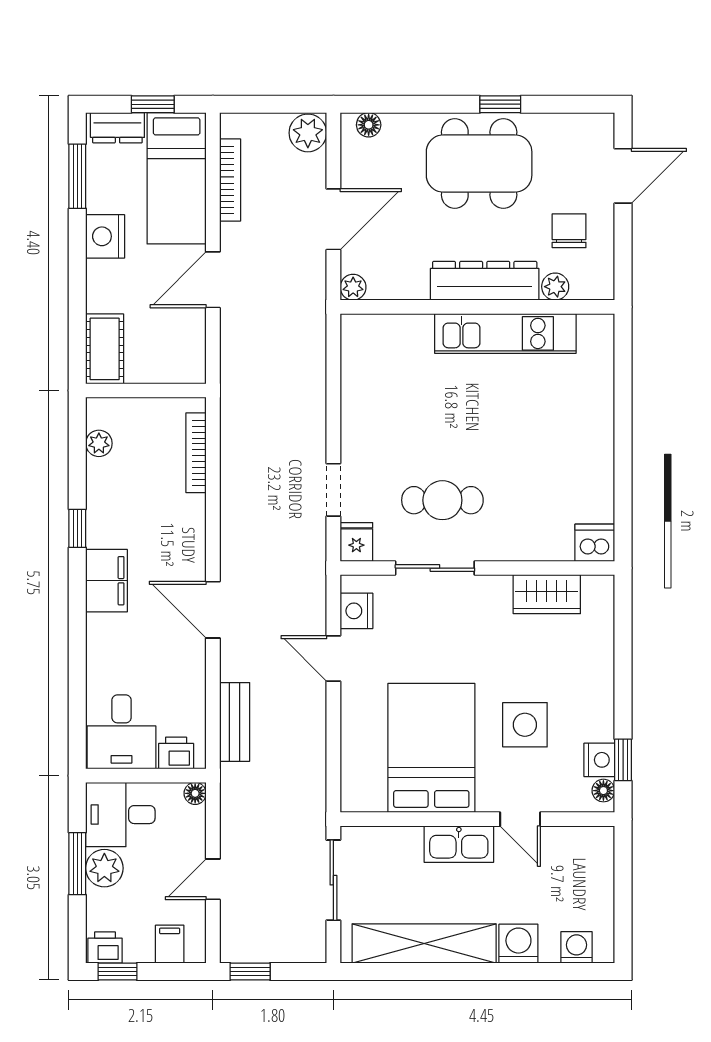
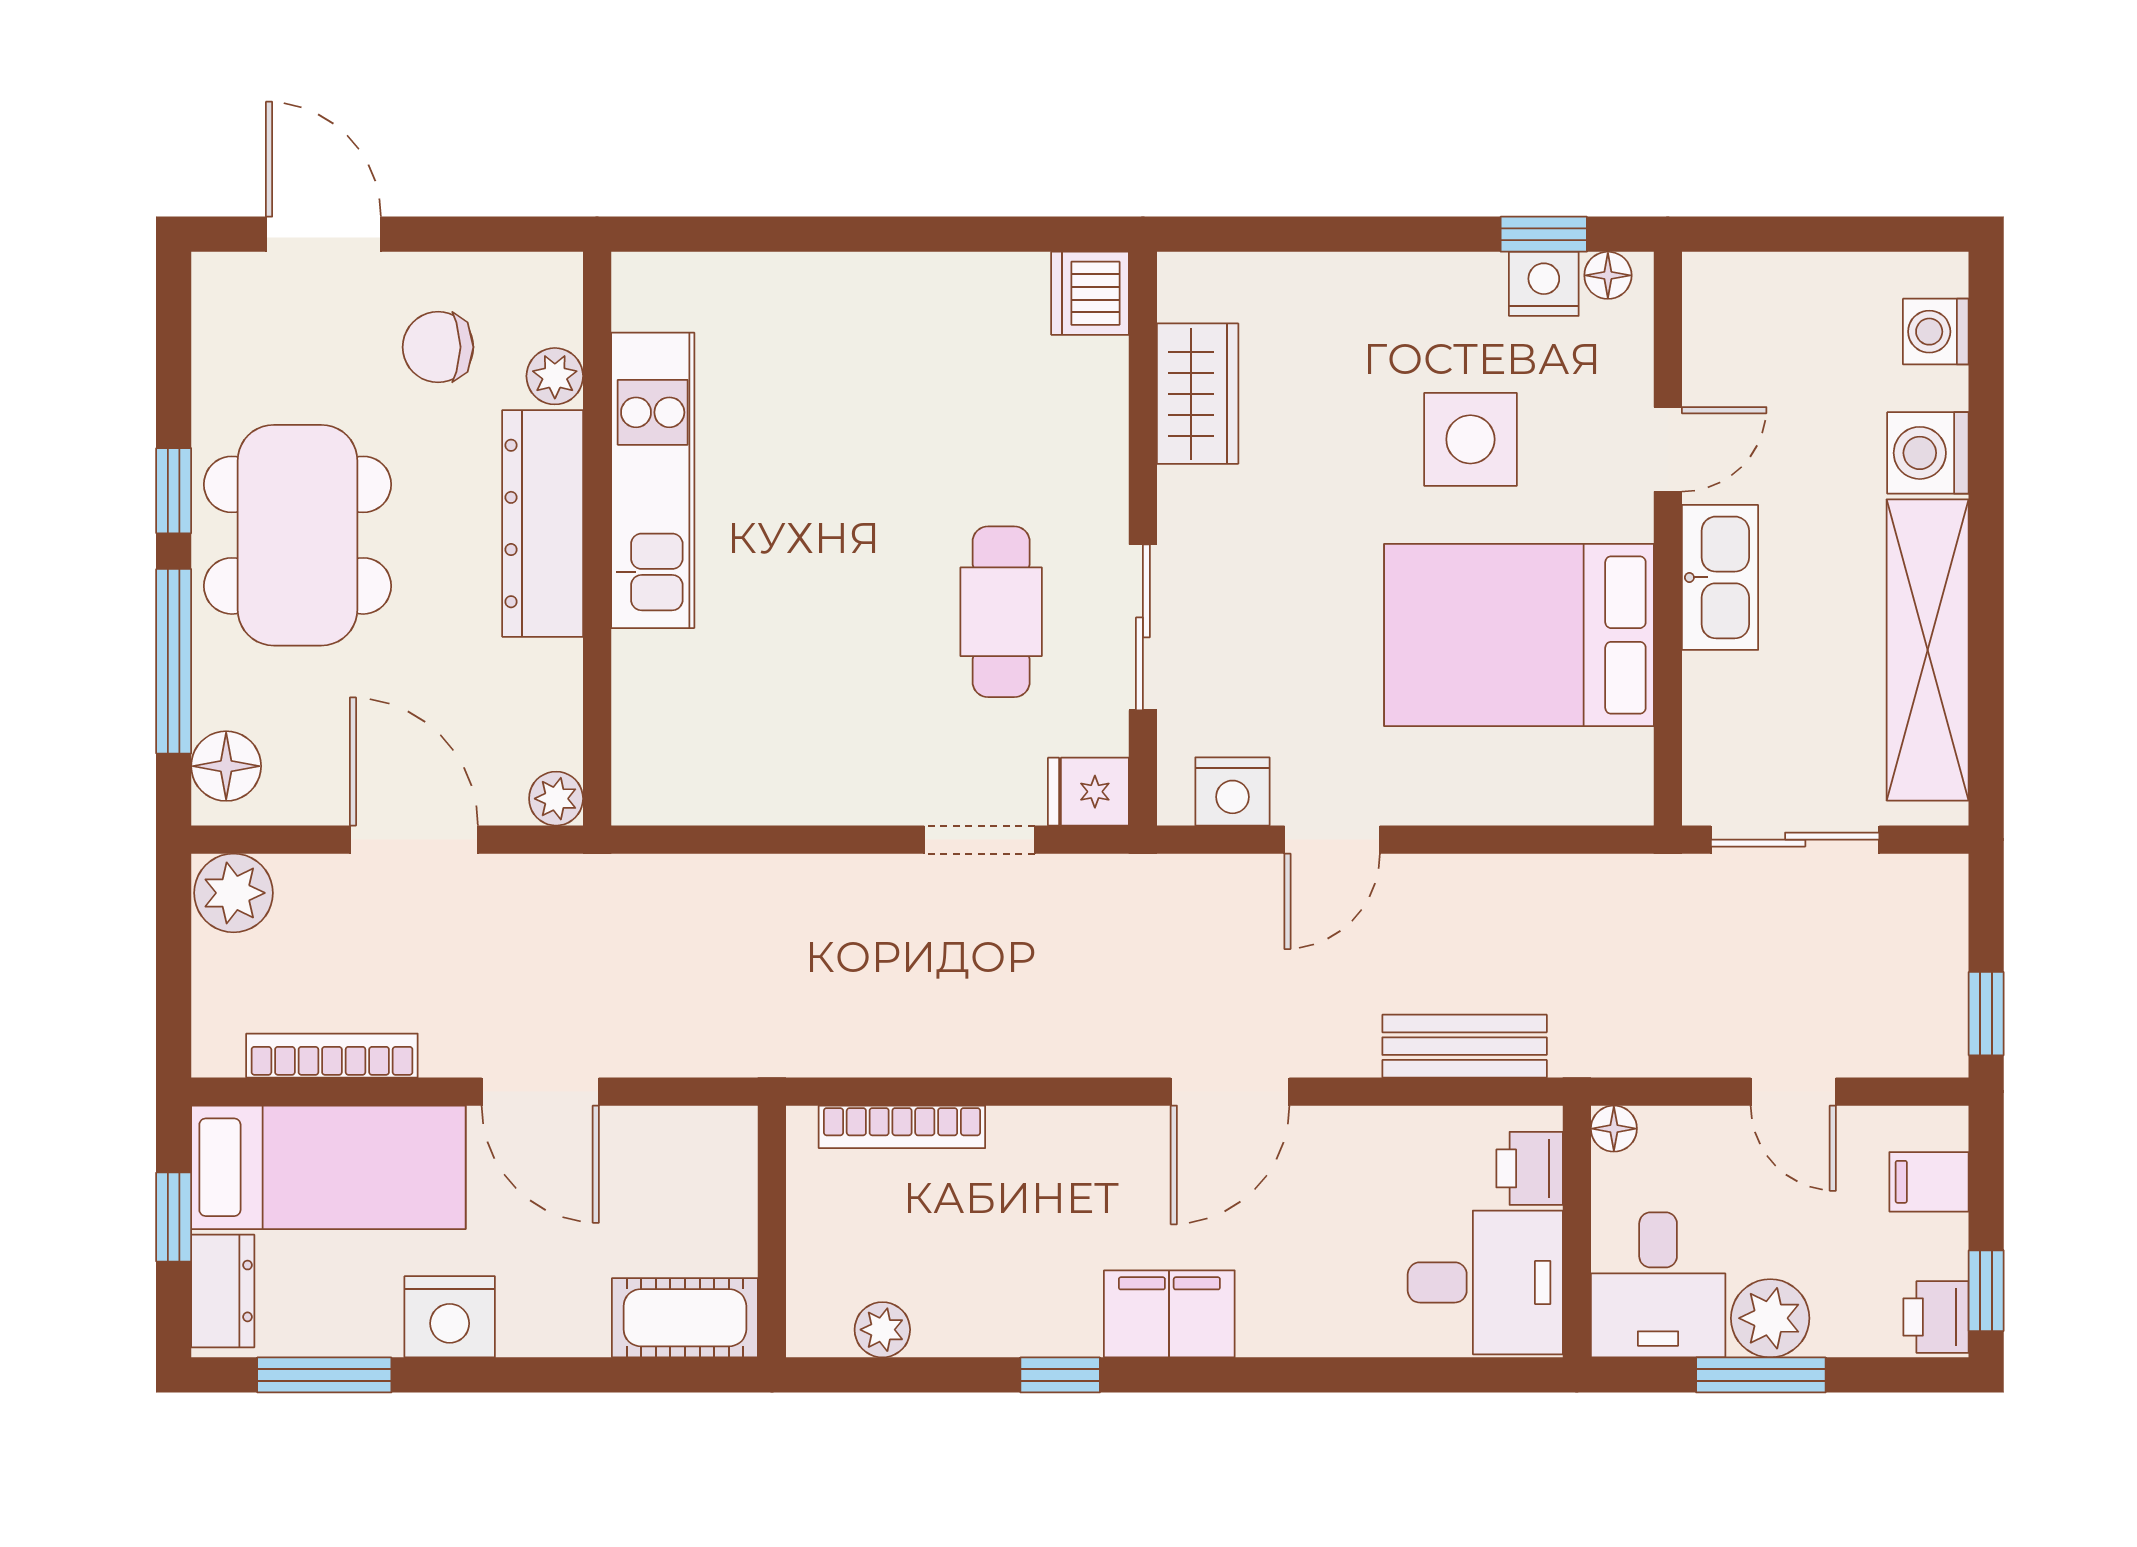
window: (419, 104) -> (174, 661), added
floor lamp: (369, 125) -> (226, 766), width x1.37, depth x1.37

